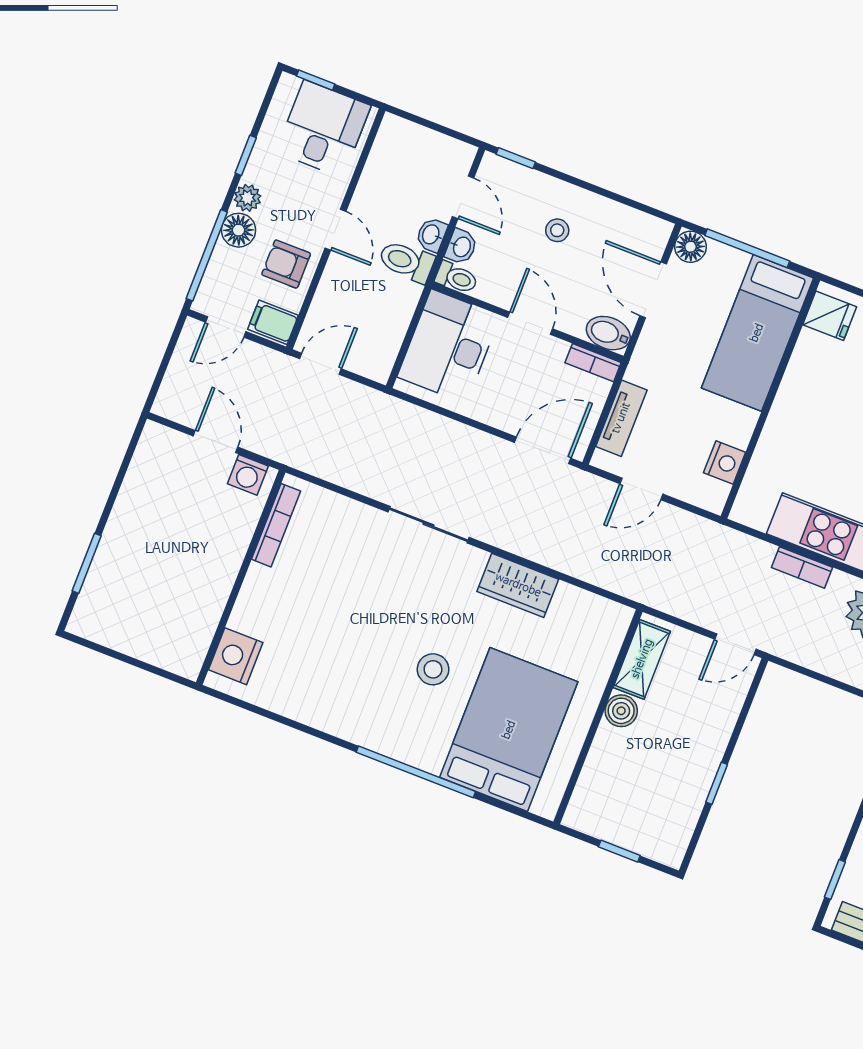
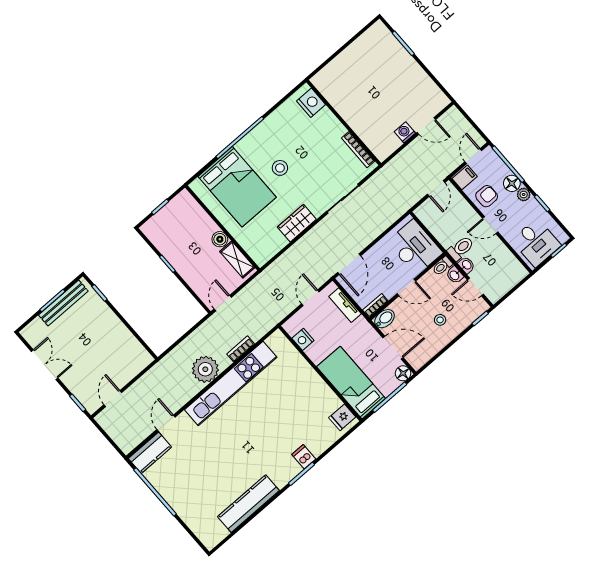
bookcase: (276, 525) -> (358, 150), moved
wall: (241, 577) -> (344, 123), moved
nightstand: (236, 656) -> (311, 103), moved

